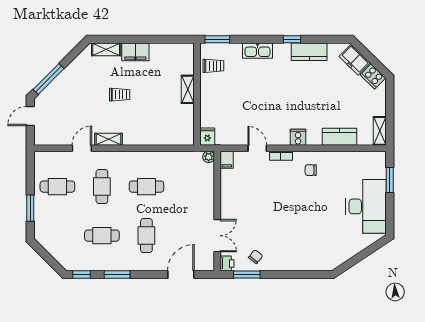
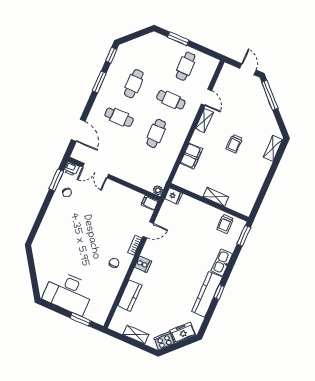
filing cabinet: (135, 52) -> (191, 156), moved, turned 180
kitchen counter: (309, 52) -> (207, 294), width x1.50
shelving: (380, 131) -> (136, 335), moved

